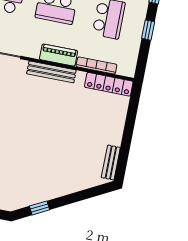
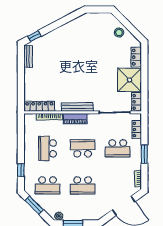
window: (148, 30) -> (21, 146), removed
window: (40, 208) -> (34, 36), moved

